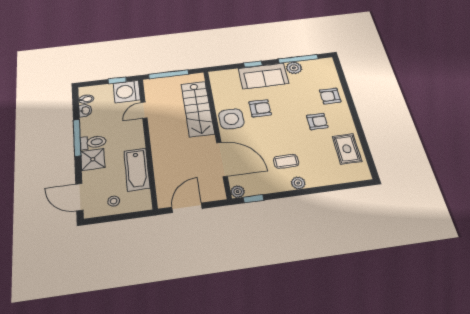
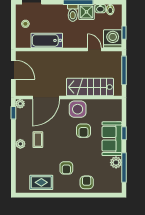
shower: (93, 159) -> (86, 12), moved

